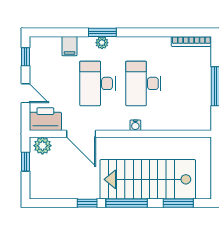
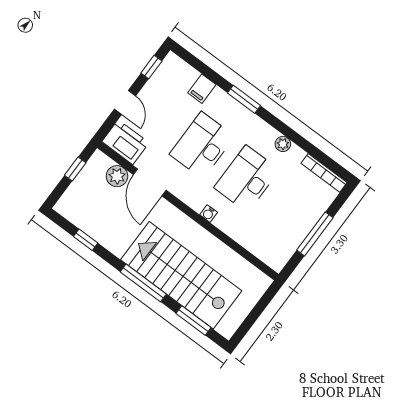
plant: (102, 43) -> (283, 144), moved
plant: (42, 146) -> (117, 176), moved
window: (87, 203) -> (86, 240), moved

